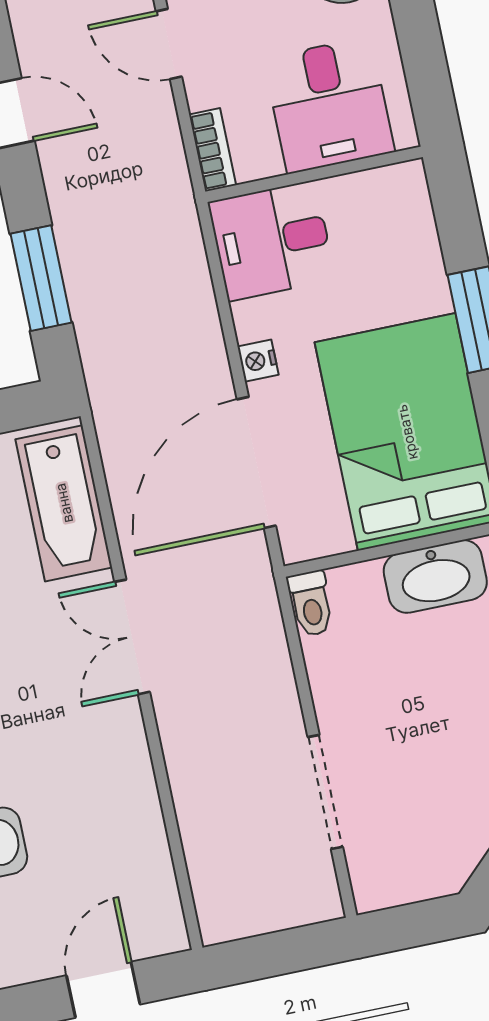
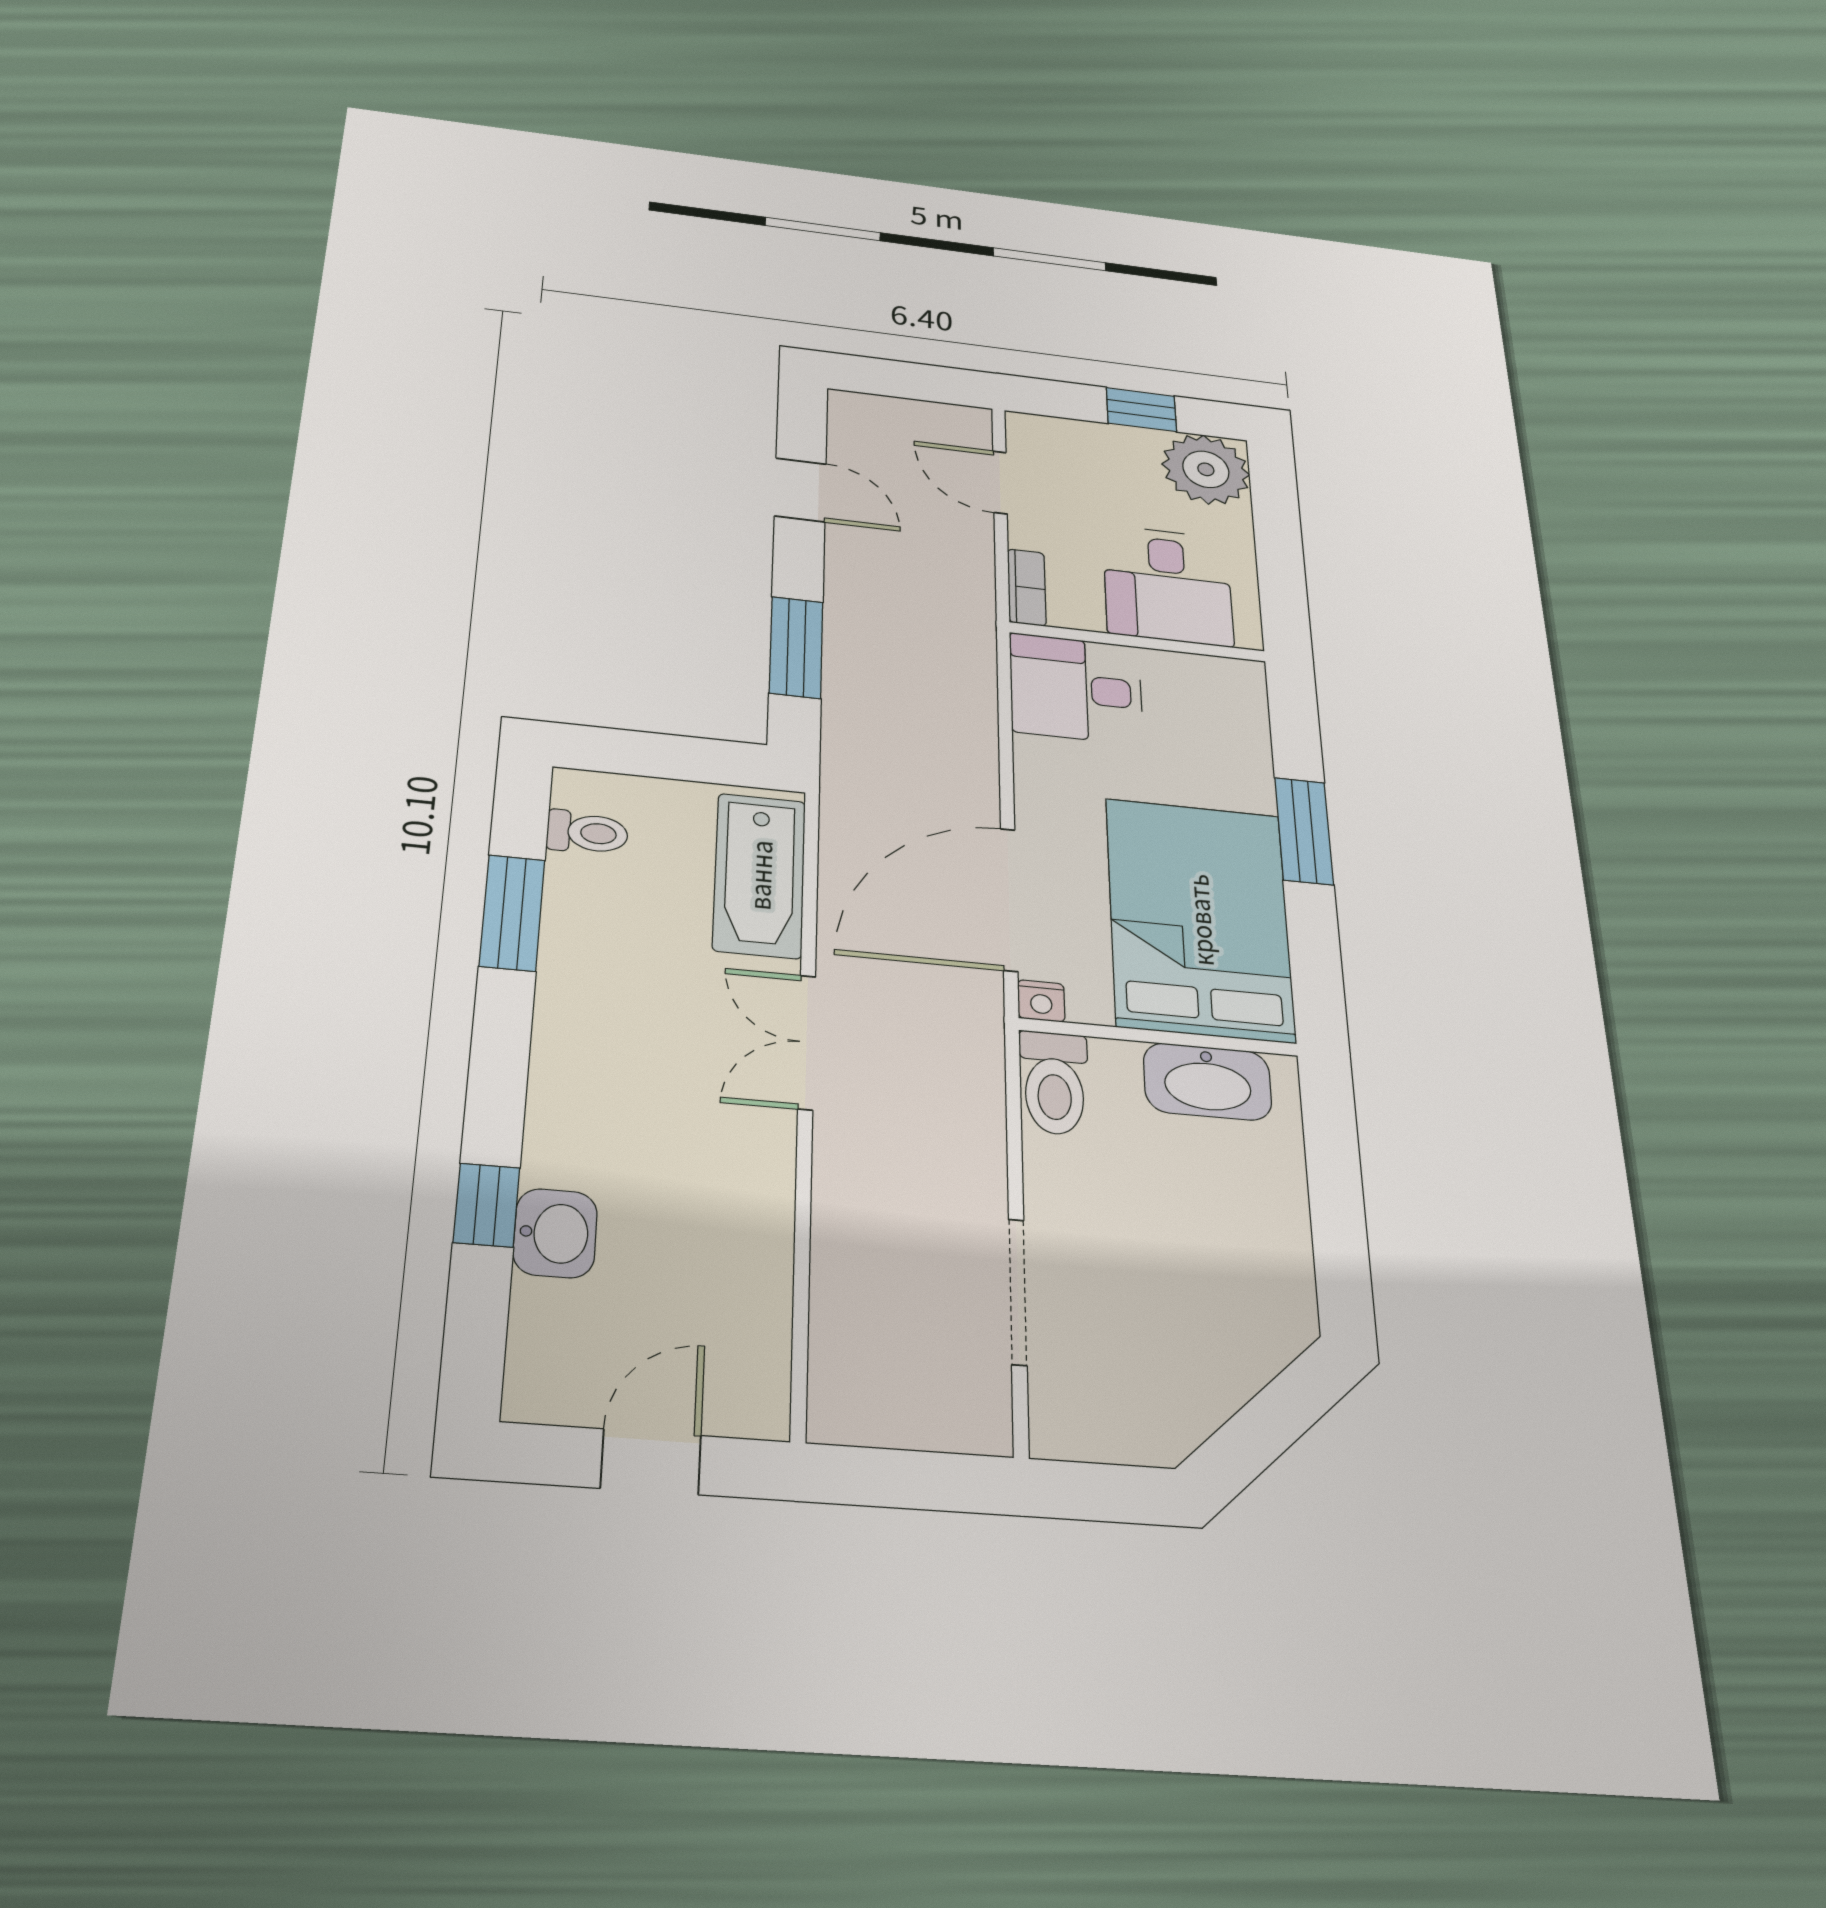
nightstand: (258, 361) -> (1041, 1001), moved, turned -90
toilet: (311, 604) -> (1054, 1083), width x1.37, depth x1.39

